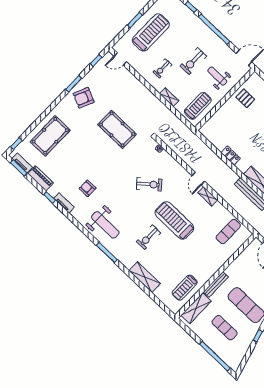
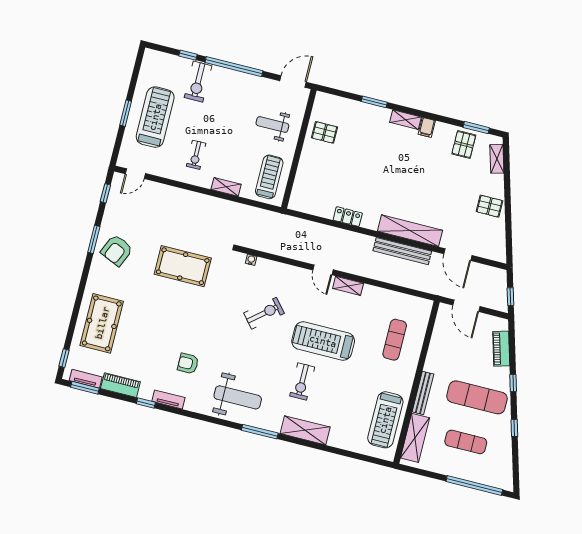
exercise bike: (193, 61) -> (198, 82), moved
exercise mat: (228, 232) -> (395, 340), moved
shelving: (145, 277) -> (305, 430), moved
treadmill: (185, 288) -> (385, 420), width x1.37, depth x1.38

